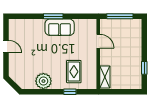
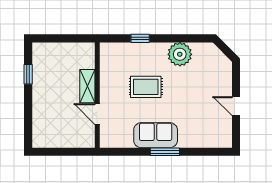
window: (120, 16) -> (65, 152), removed
rug: (74, 72) -> (146, 87), moved, turned 90
shelving: (105, 77) -> (87, 86), moved

